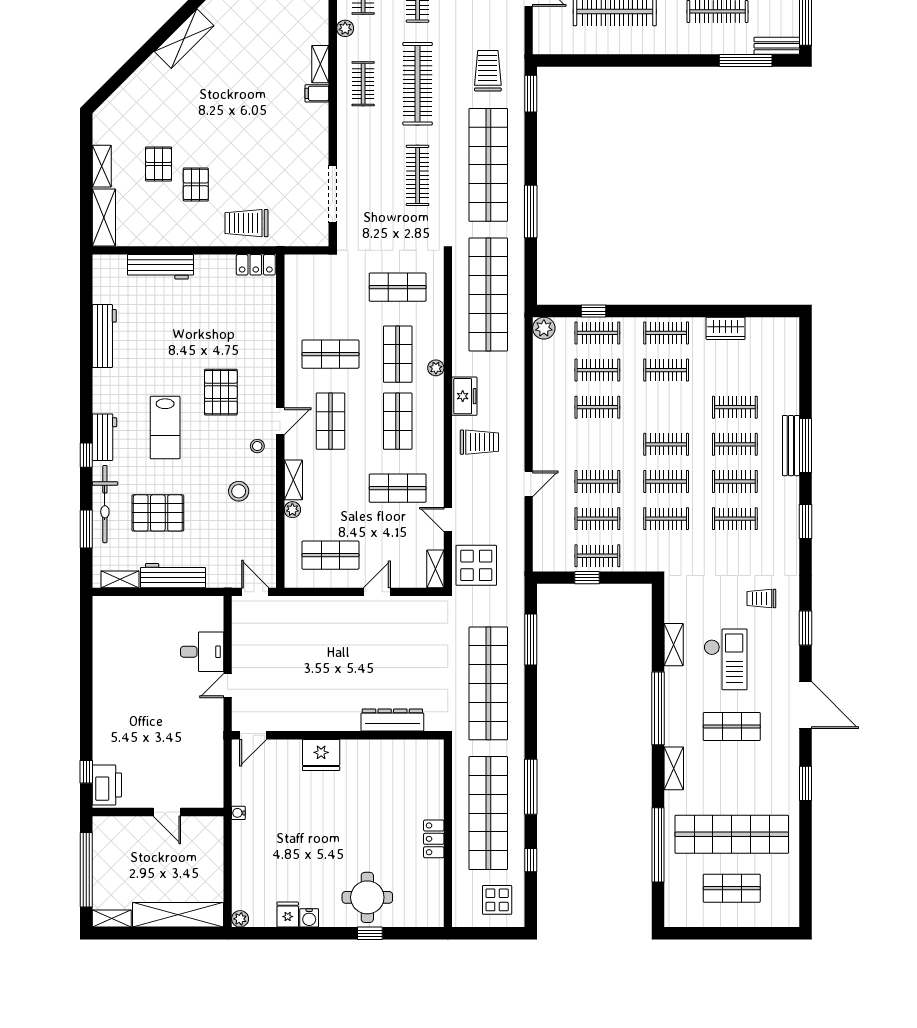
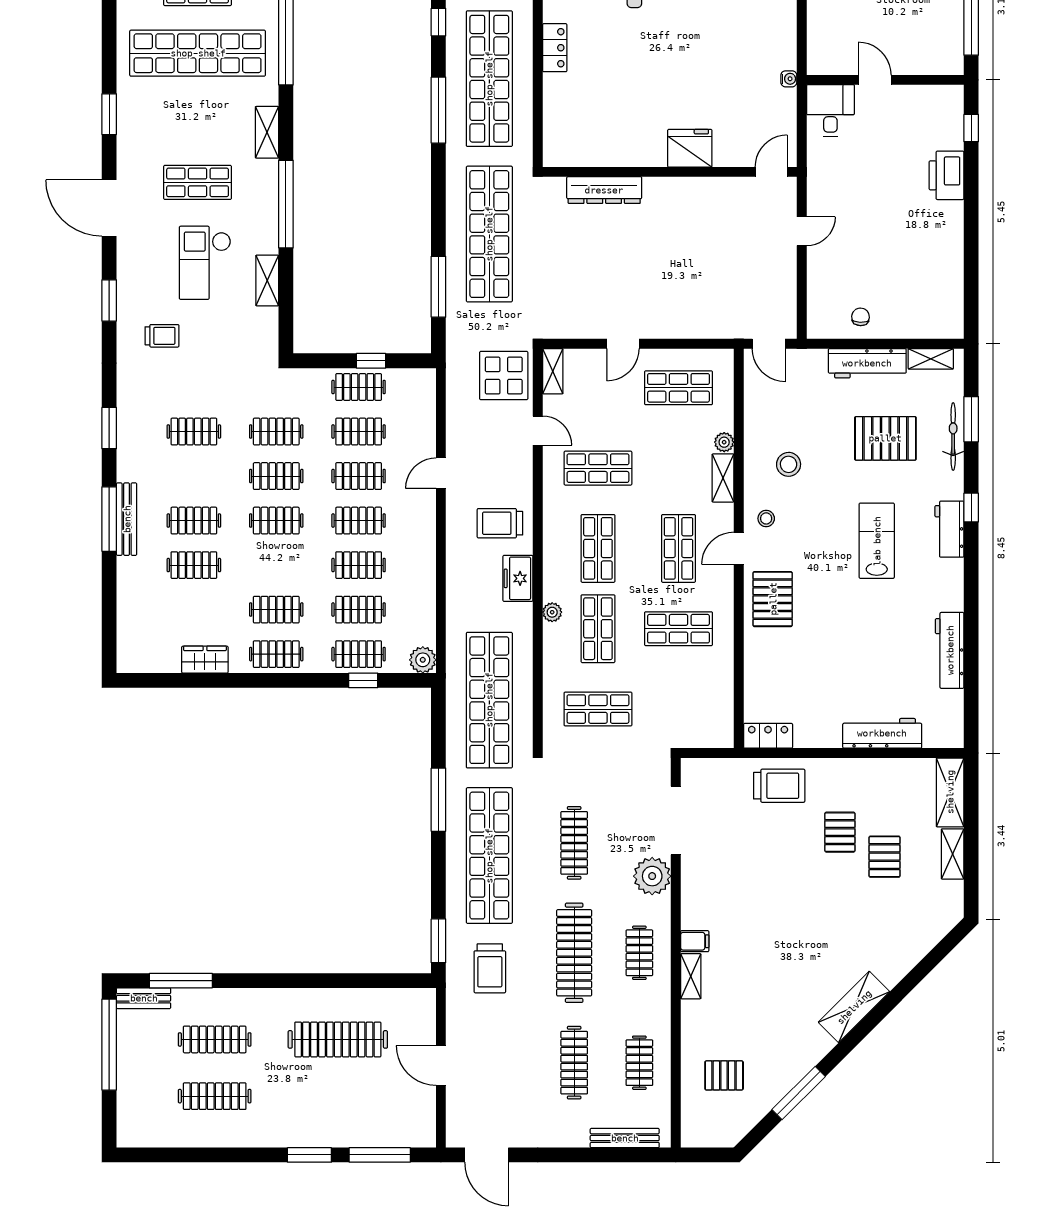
plant: (345, 28) -> (652, 876), moved, width x1.88, depth x1.88
pallet: (221, 392) -> (773, 599), moved
clothes rail: (735, 481) -> (359, 521), moved
bicycle: (105, 504) -> (953, 437), width x0.73, depth x0.71
chair: (179, 614) -> (860, 317), added
desk: (202, 652) -> (830, 111), moved, turned 90
printer: (107, 785) -> (947, 175), moved

